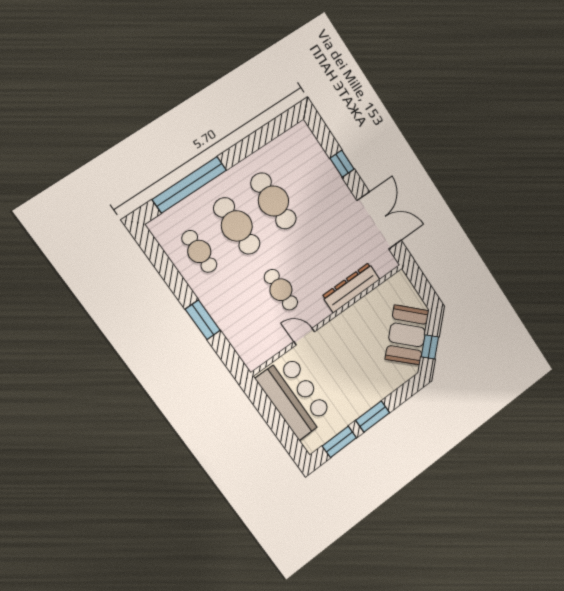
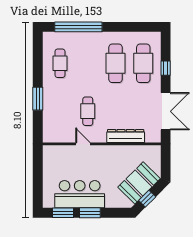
cafe table: (237, 226) -> (143, 63), moved
bar counter: (295, 397) -> (80, 194), moved, turned -90

